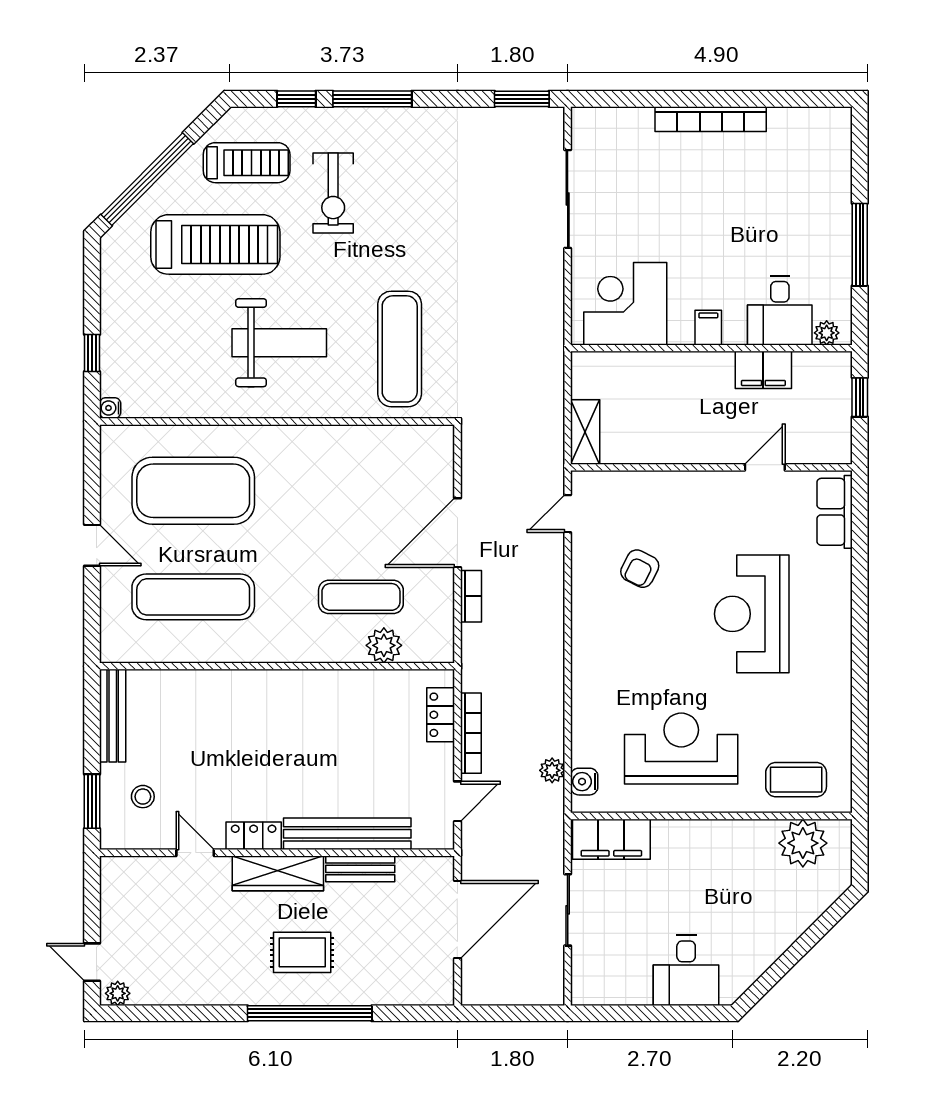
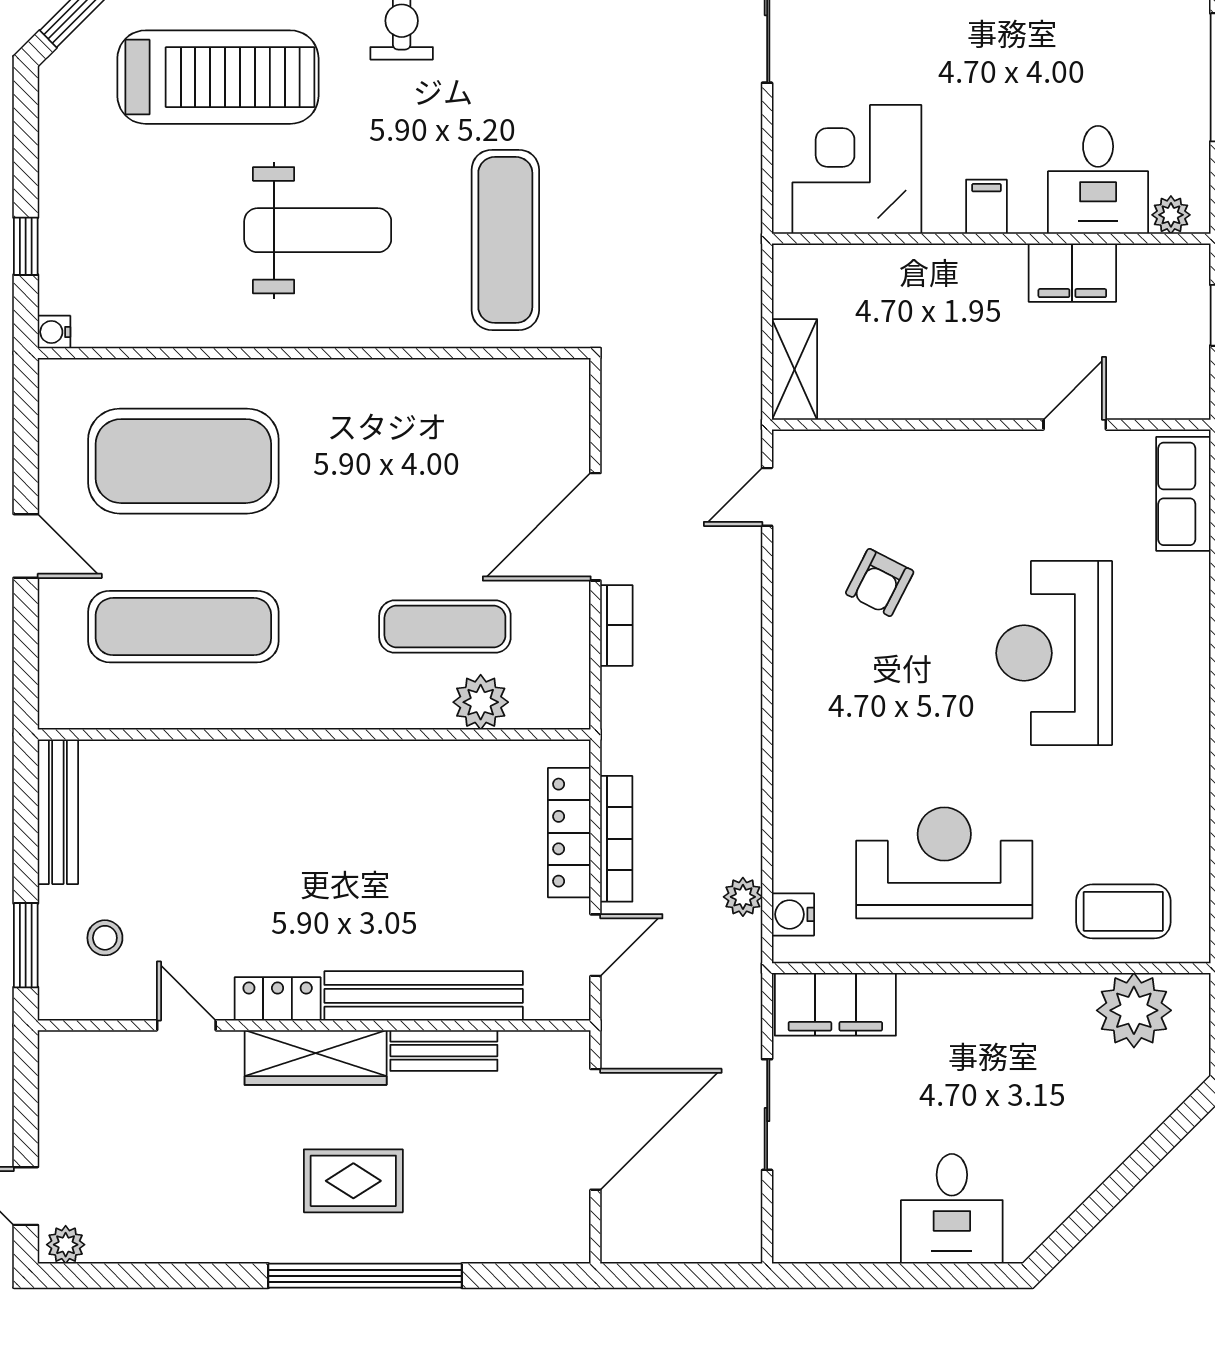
locker: (441, 715) -> (569, 833), width x1.53

